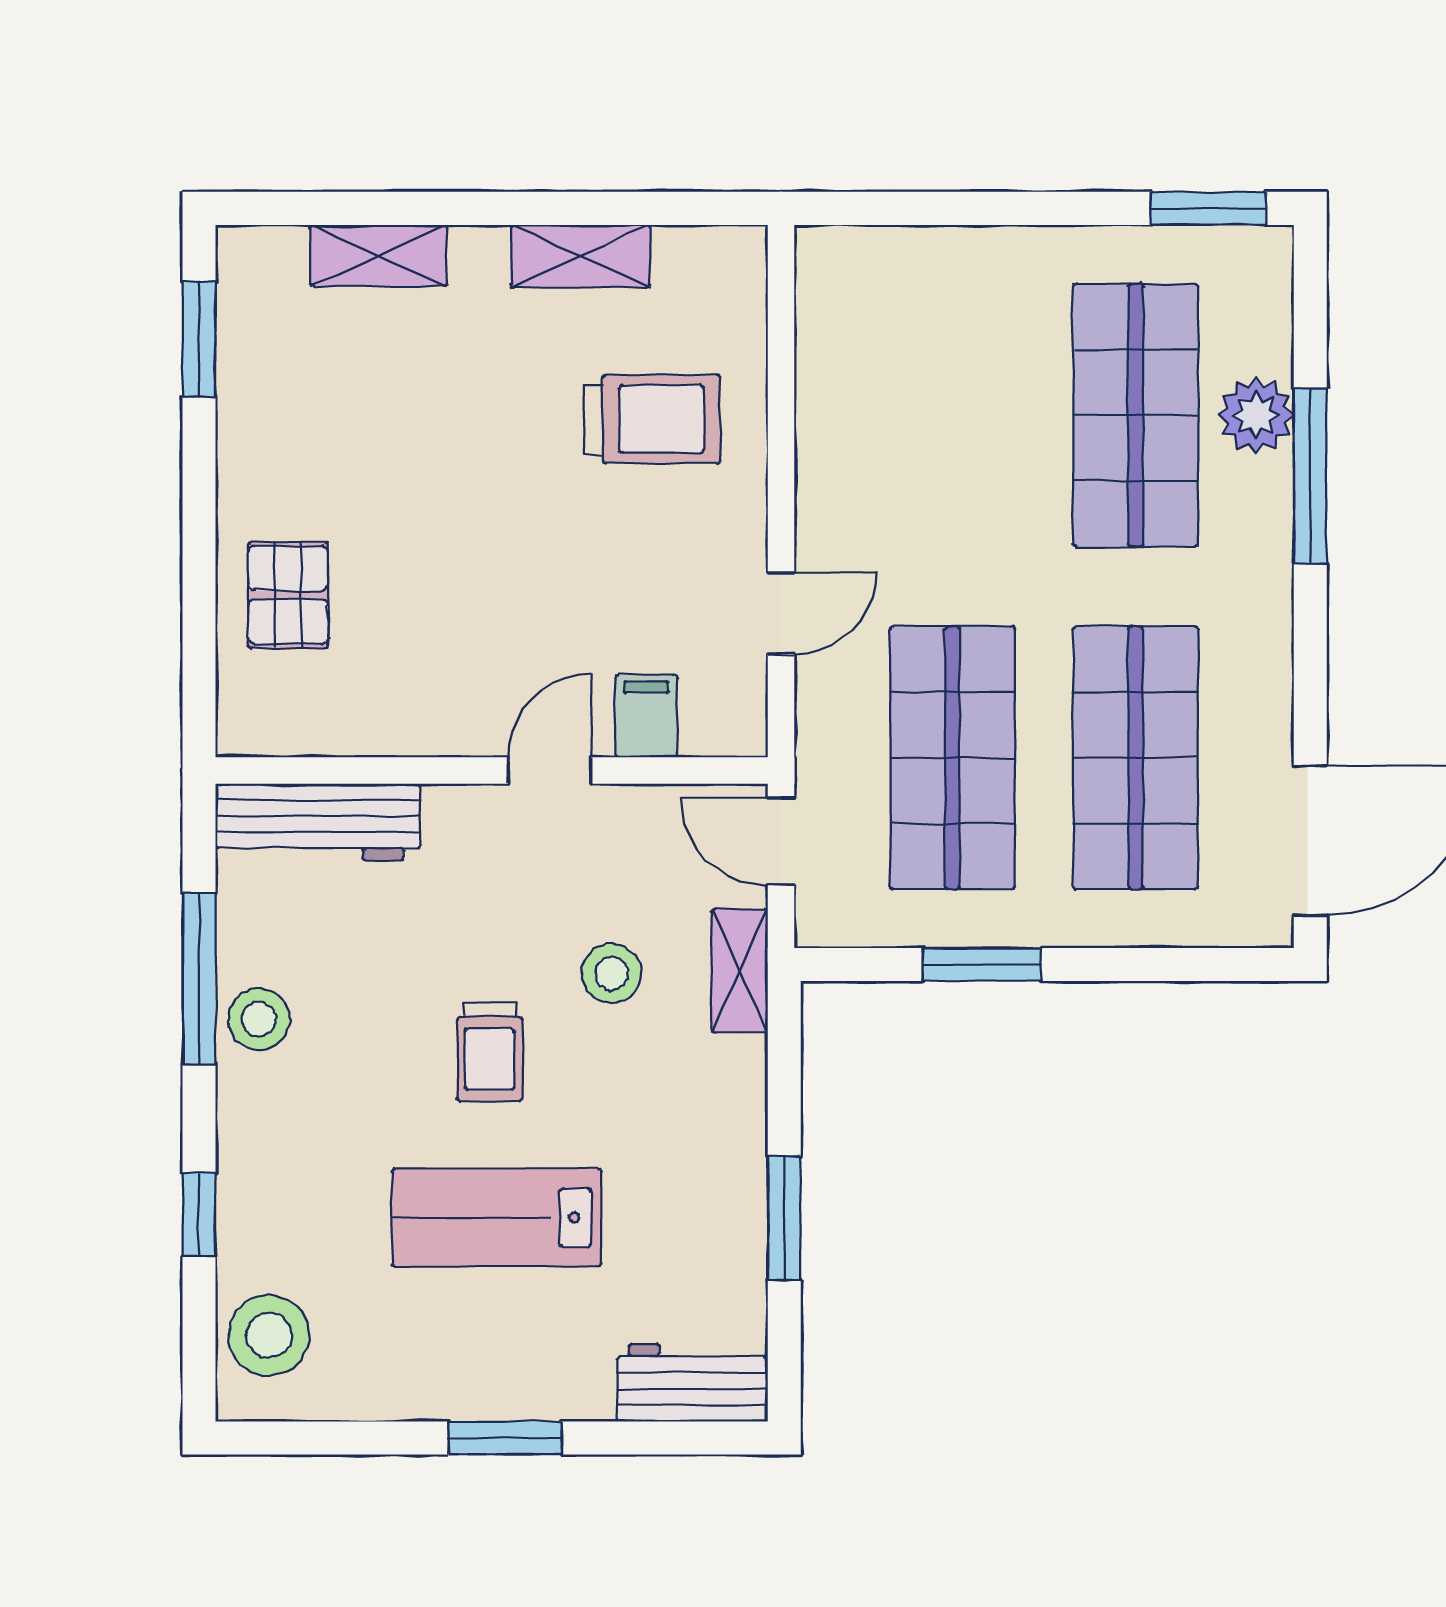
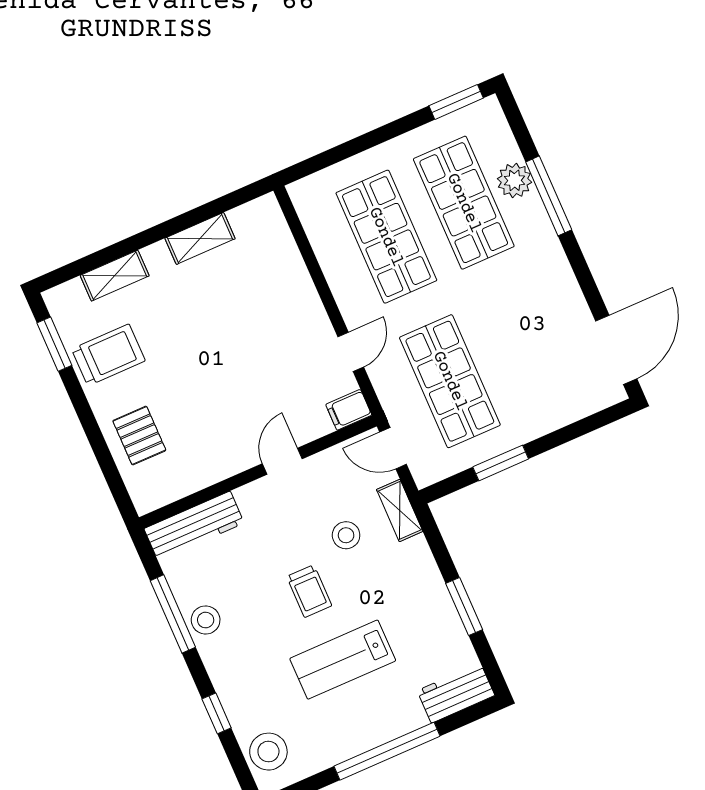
trolley: (652, 419) -> (108, 355), moved
filing cabinet: (646, 716) -> (349, 410), moved, turned -90
shop shelf: (1136, 758) -> (386, 237), moved
window: (505, 1438) -> (387, 751), width x2.11

